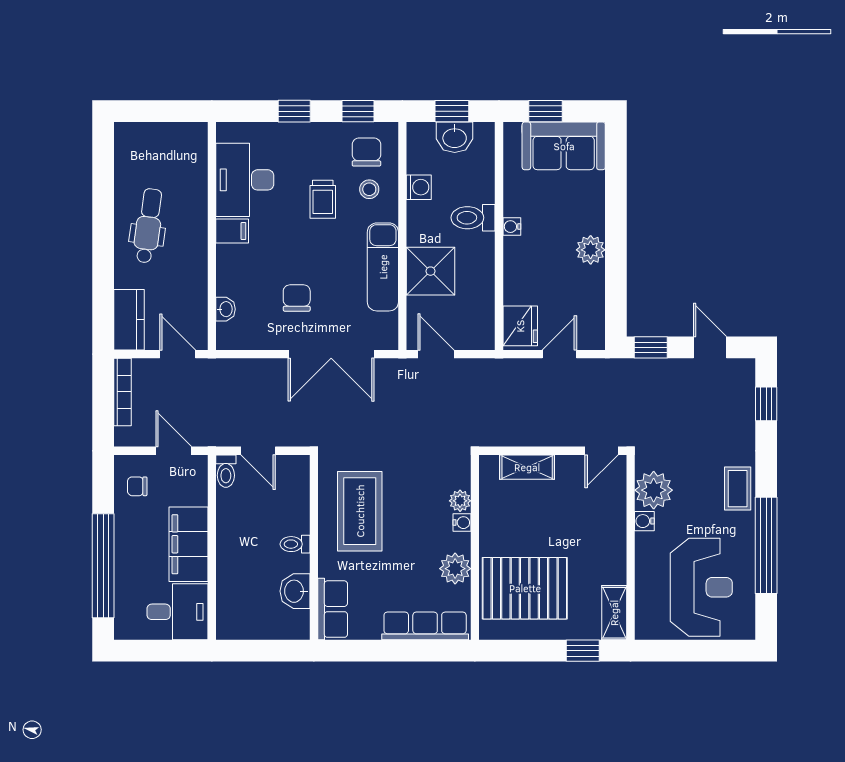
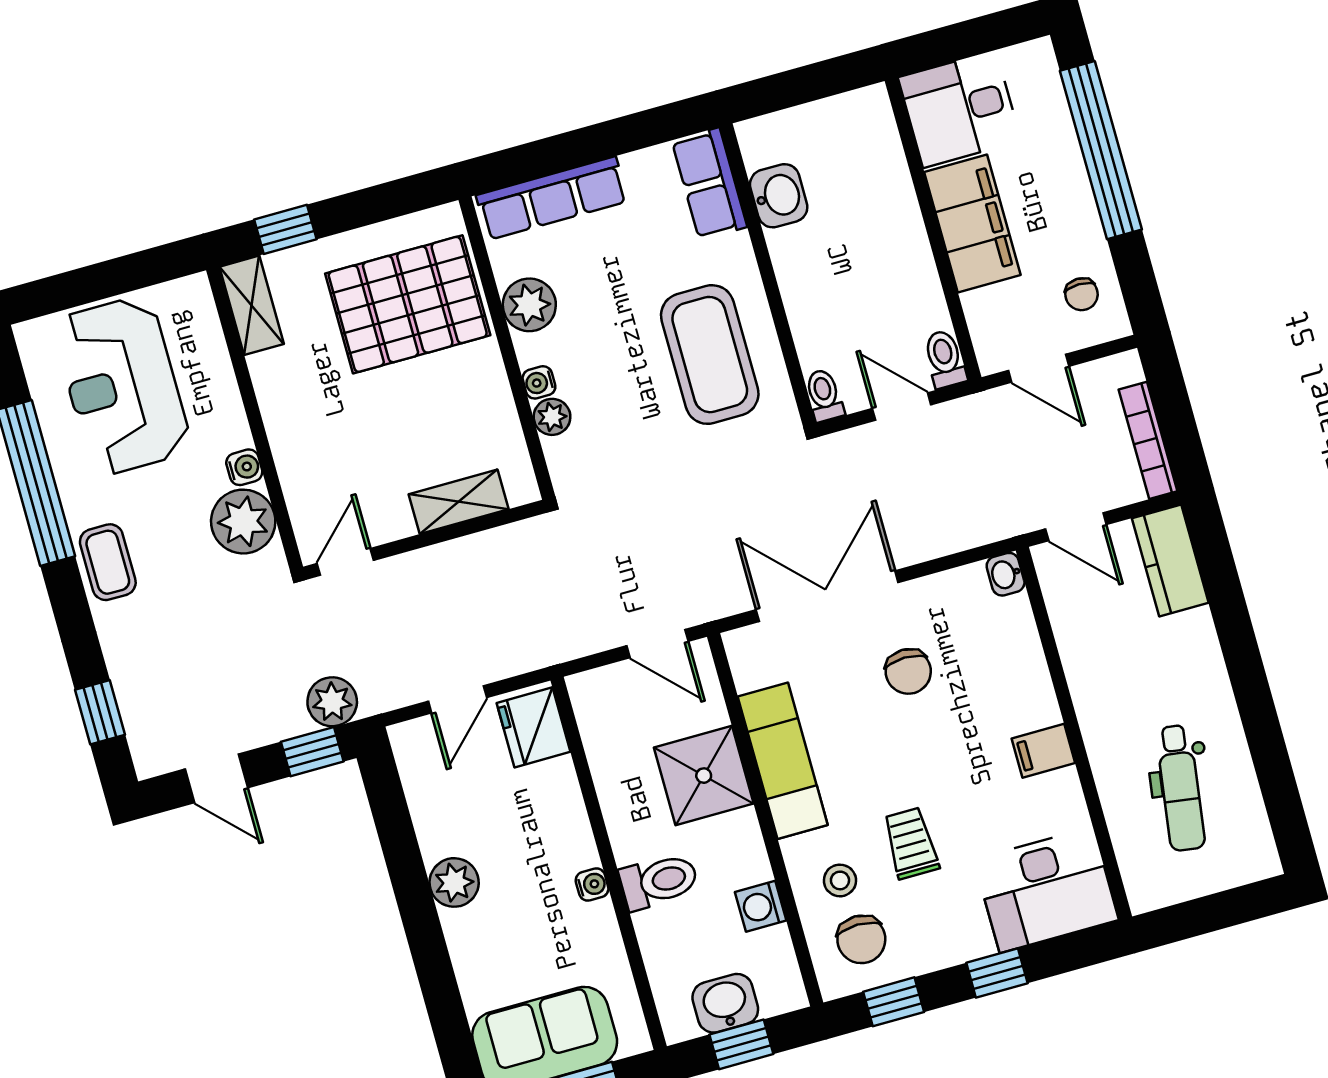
desk: (245, 180) -> (1046, 890), moved, turned 90
dental chair: (148, 226) -> (1180, 788), moved
washbasin: (225, 309) -> (1006, 574), moved
plant: (631, 373) -> (332, 702), added
chair: (137, 486) -> (1081, 294), turned 90
toilet: (295, 544) -> (824, 395), moved, turned -90

